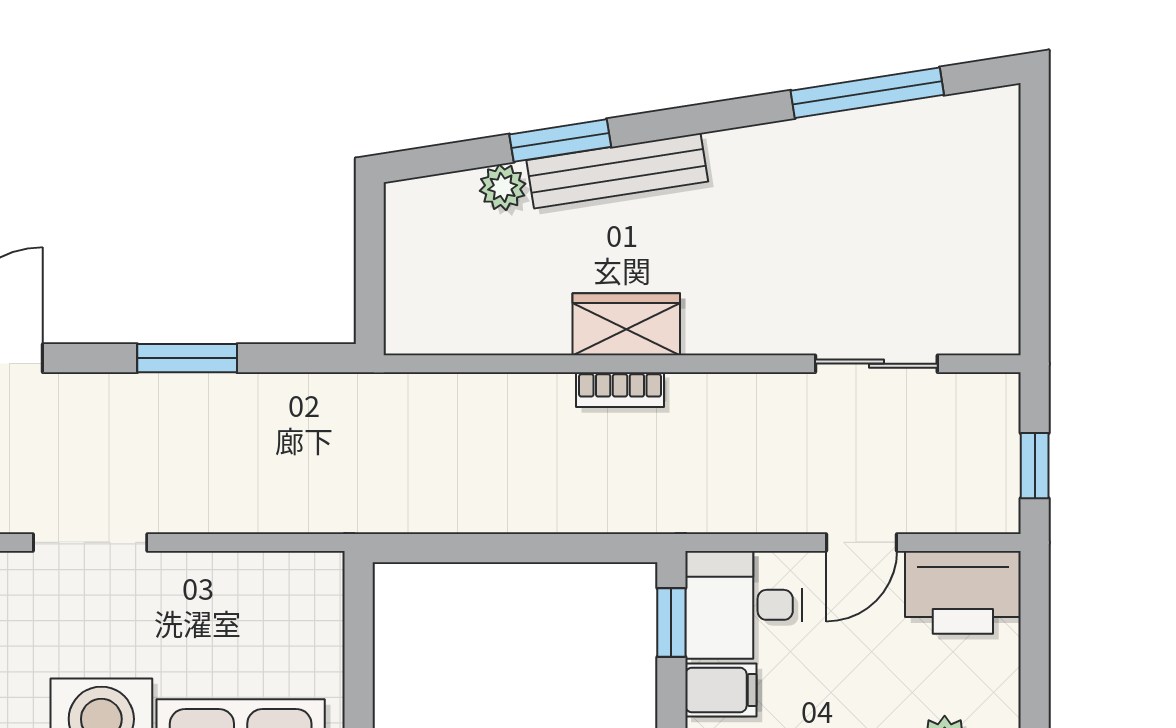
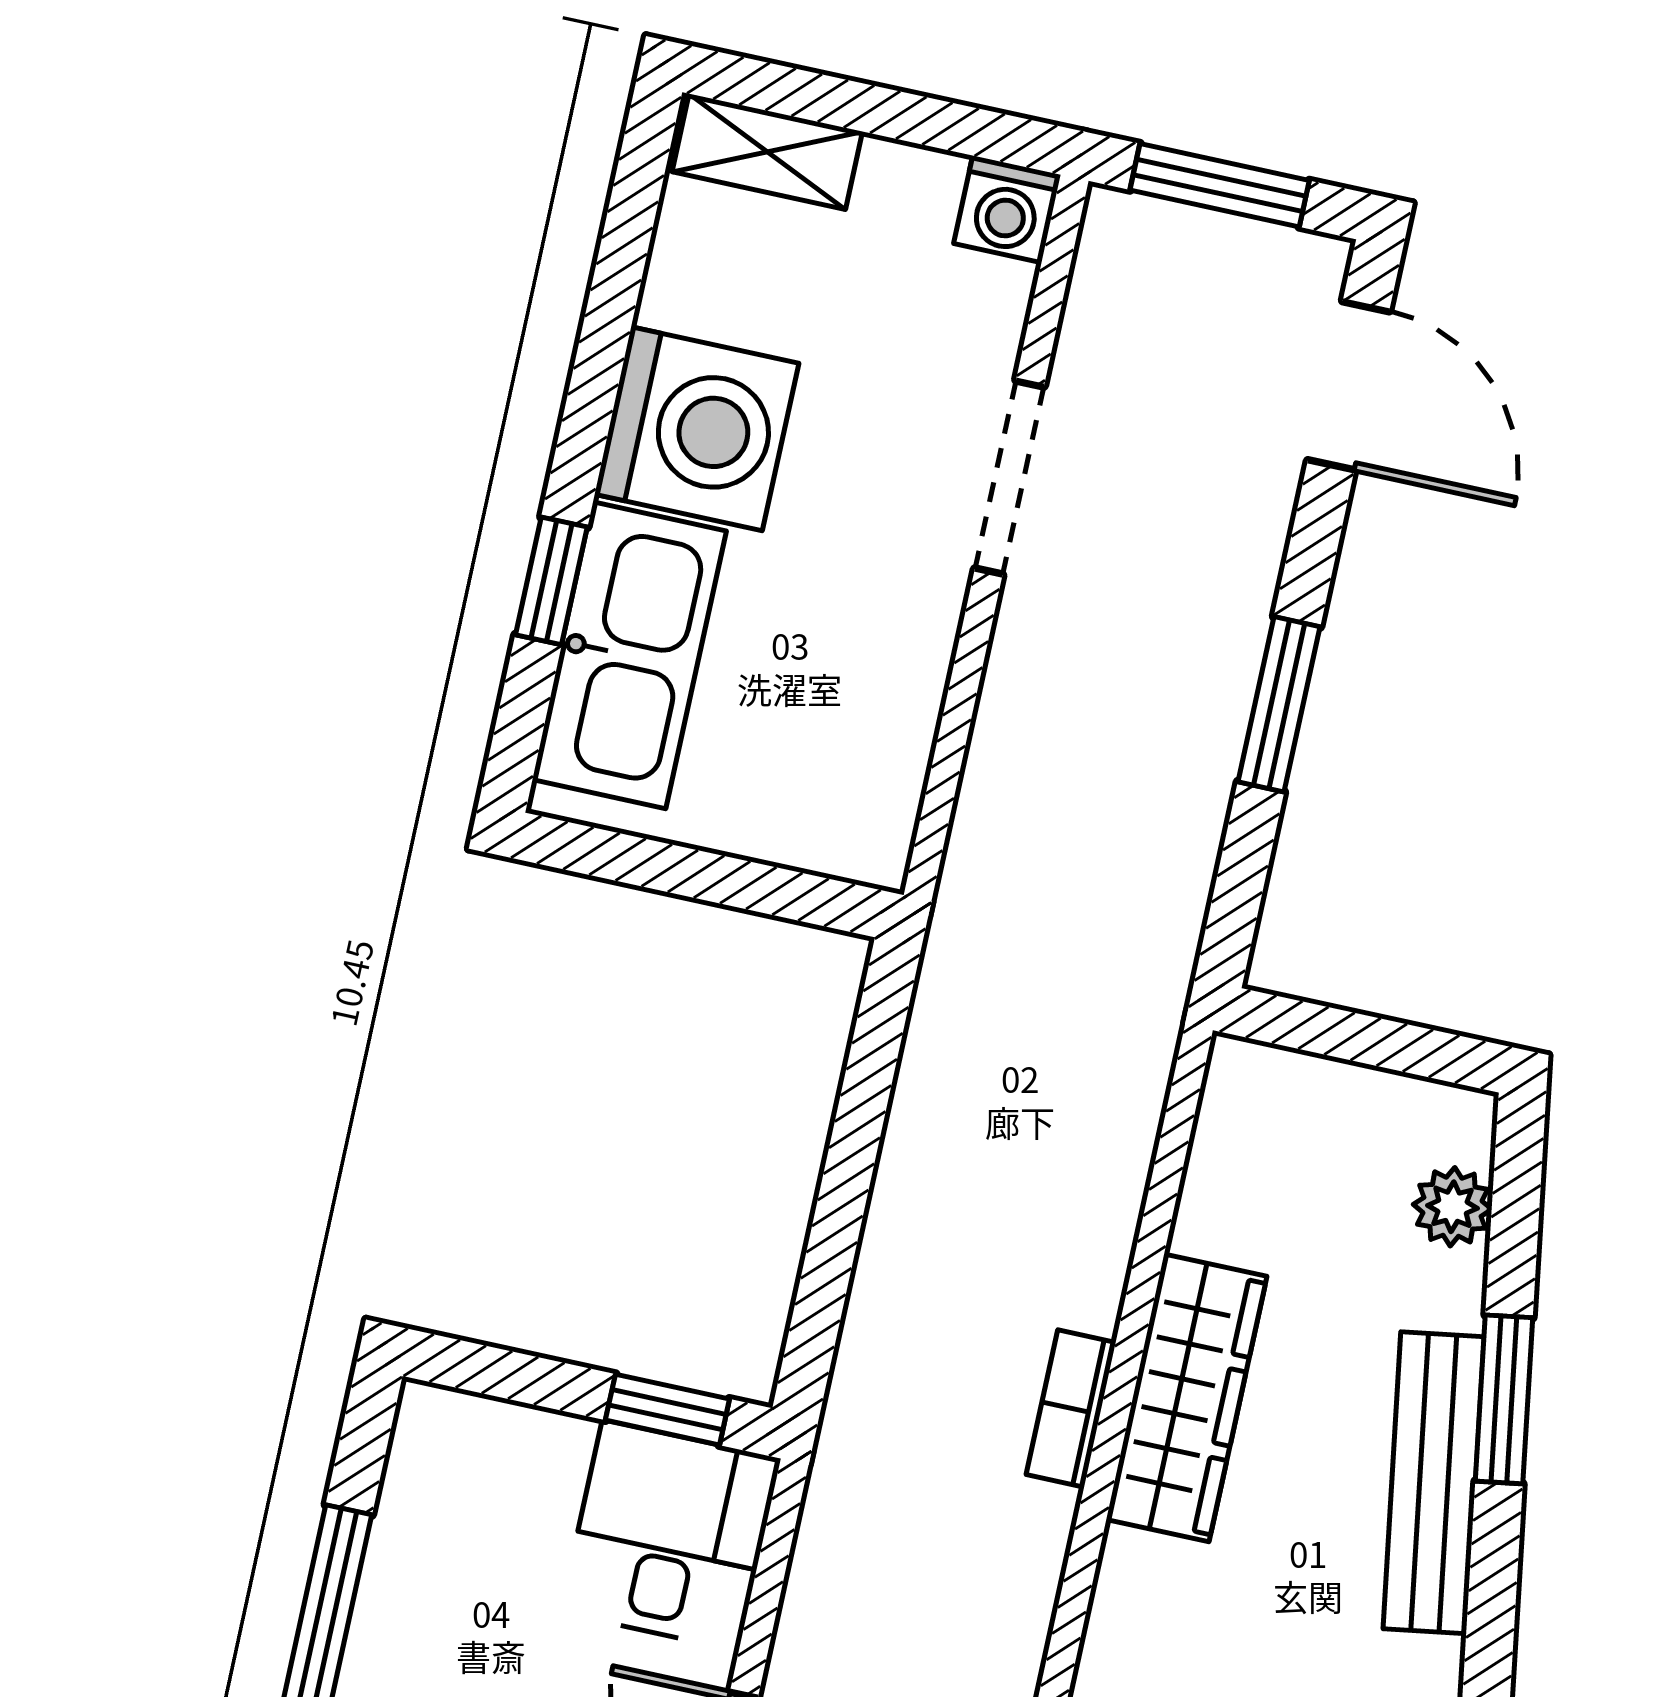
plant: (503, 187) -> (1452, 1207), moved
wardrobe: (626, 324) -> (1186, 1398), width x1.50
filing cabinet: (721, 690) -> (538, 1467), removed

